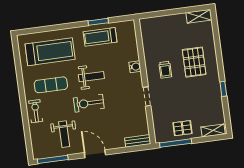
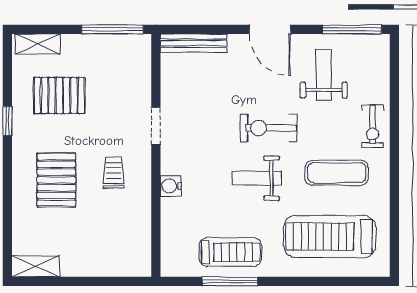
window: (98, 22) -> (230, 281), width x1.44
exercise bike: (89, 103) -> (269, 128), turned 180
pallet: (182, 128) -> (59, 95), moved, width x1.50, depth x1.42
bench: (138, 141) -> (194, 43), width x1.36

